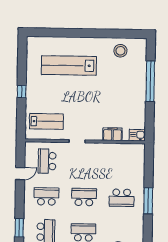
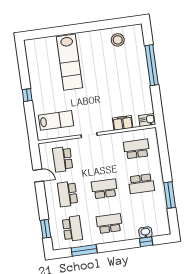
lab bench: (69, 65) -> (69, 62), turned -90
school desk: (122, 162) -> (137, 149), added
door: (20, 174) -> (38, 176), hinge flipped
school desk: (46, 196) -> (68, 194), turned -90
window: (148, 201) -> (170, 195), moved

